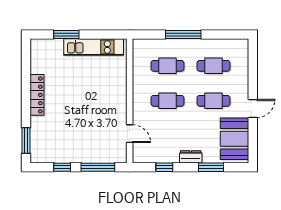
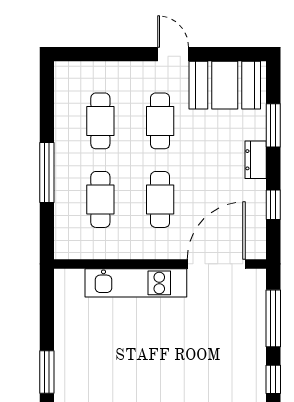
kitchen unit: (94, 47) -> (136, 283), moved, turned 90
door: (130, 134) -> (216, 264), width x1.88

